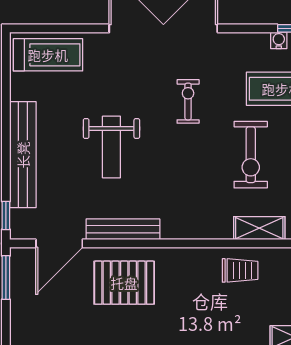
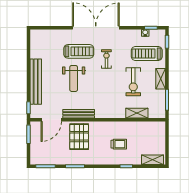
treadmill: (48, 55) -> (79, 51), moved
trolley: (240, 270) -> (119, 144), moved
pallet: (124, 283) -> (79, 137), turned 90

